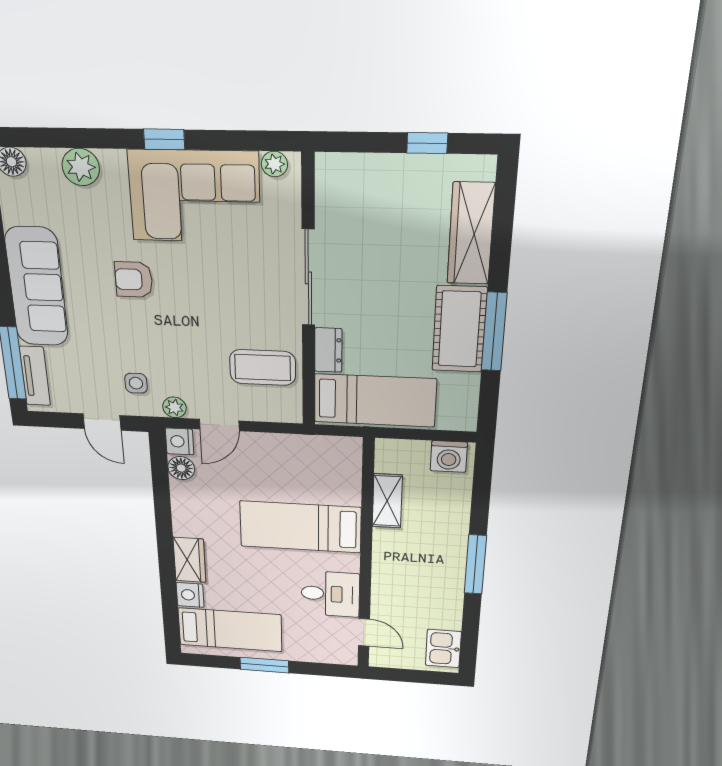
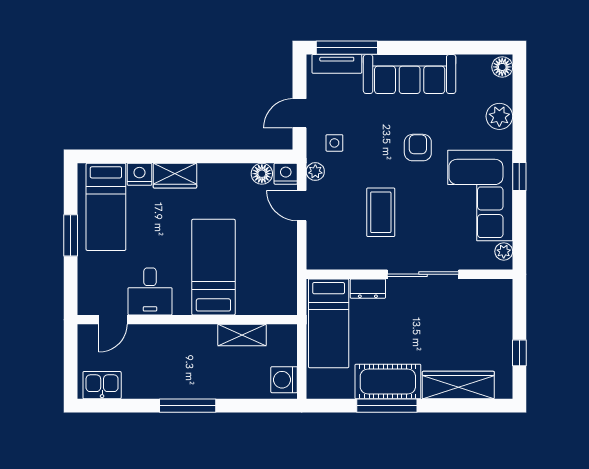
coffee table: (263, 367) -> (381, 212), moved

